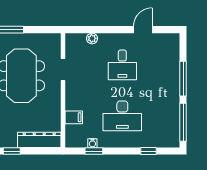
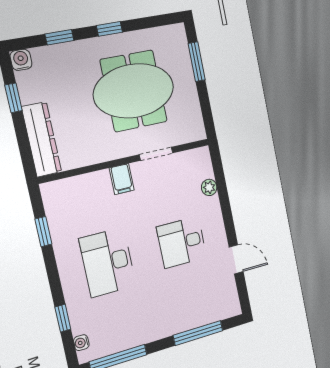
window: (183, 79) -> (198, 333), moved
filing cabinet: (74, 117) -> (122, 179), moved
water cooler: (92, 143) -> (81, 343), moved

